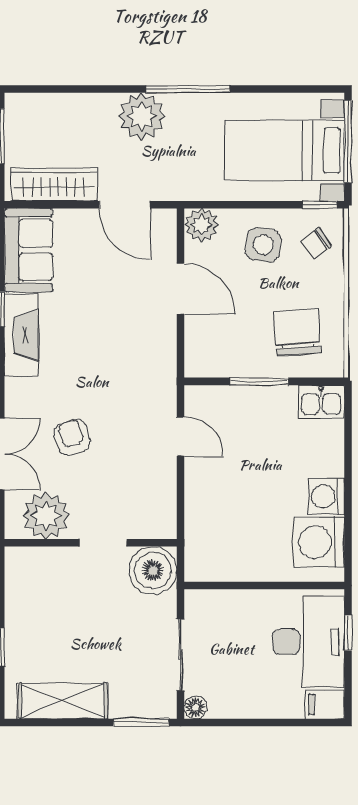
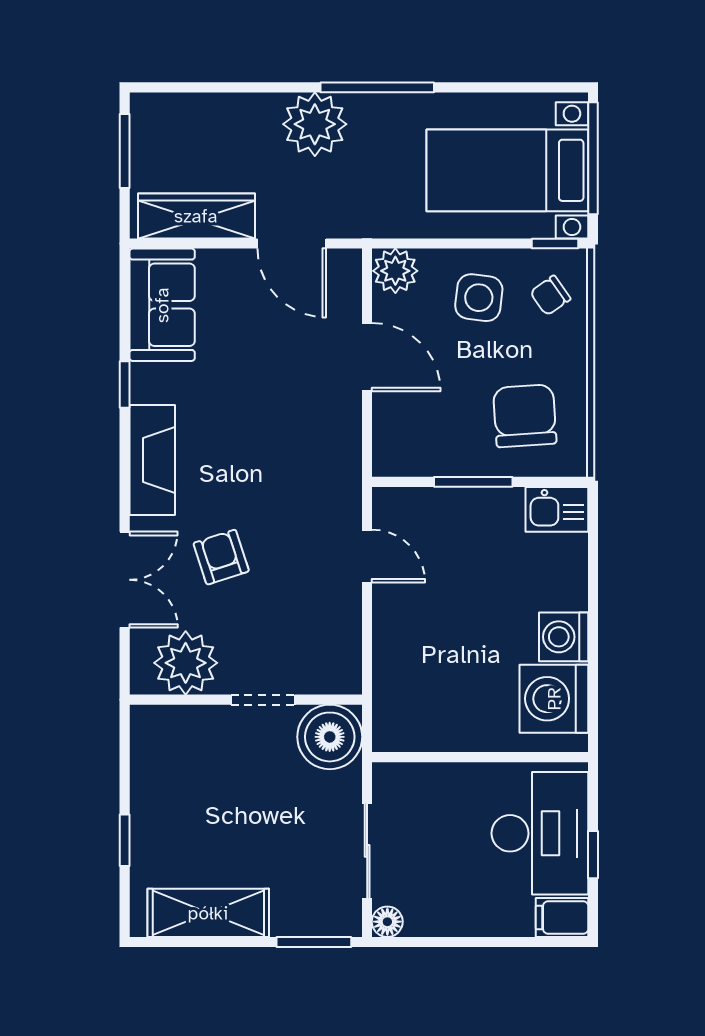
fireplace: (21, 335) -> (152, 460), moved
window: (348, 633) -> (593, 855), moved

